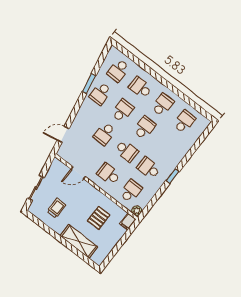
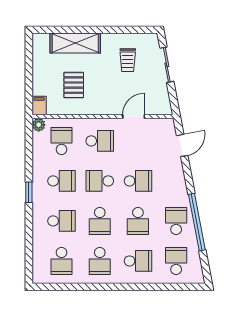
window: (89, 84) -> (197, 222), width x2.11
school desk: (105, 134) -> (138, 181), turned 90
school desk: (167, 145) -> (62, 221), added
school desk: (131, 191) -> (62, 141), turned 180

